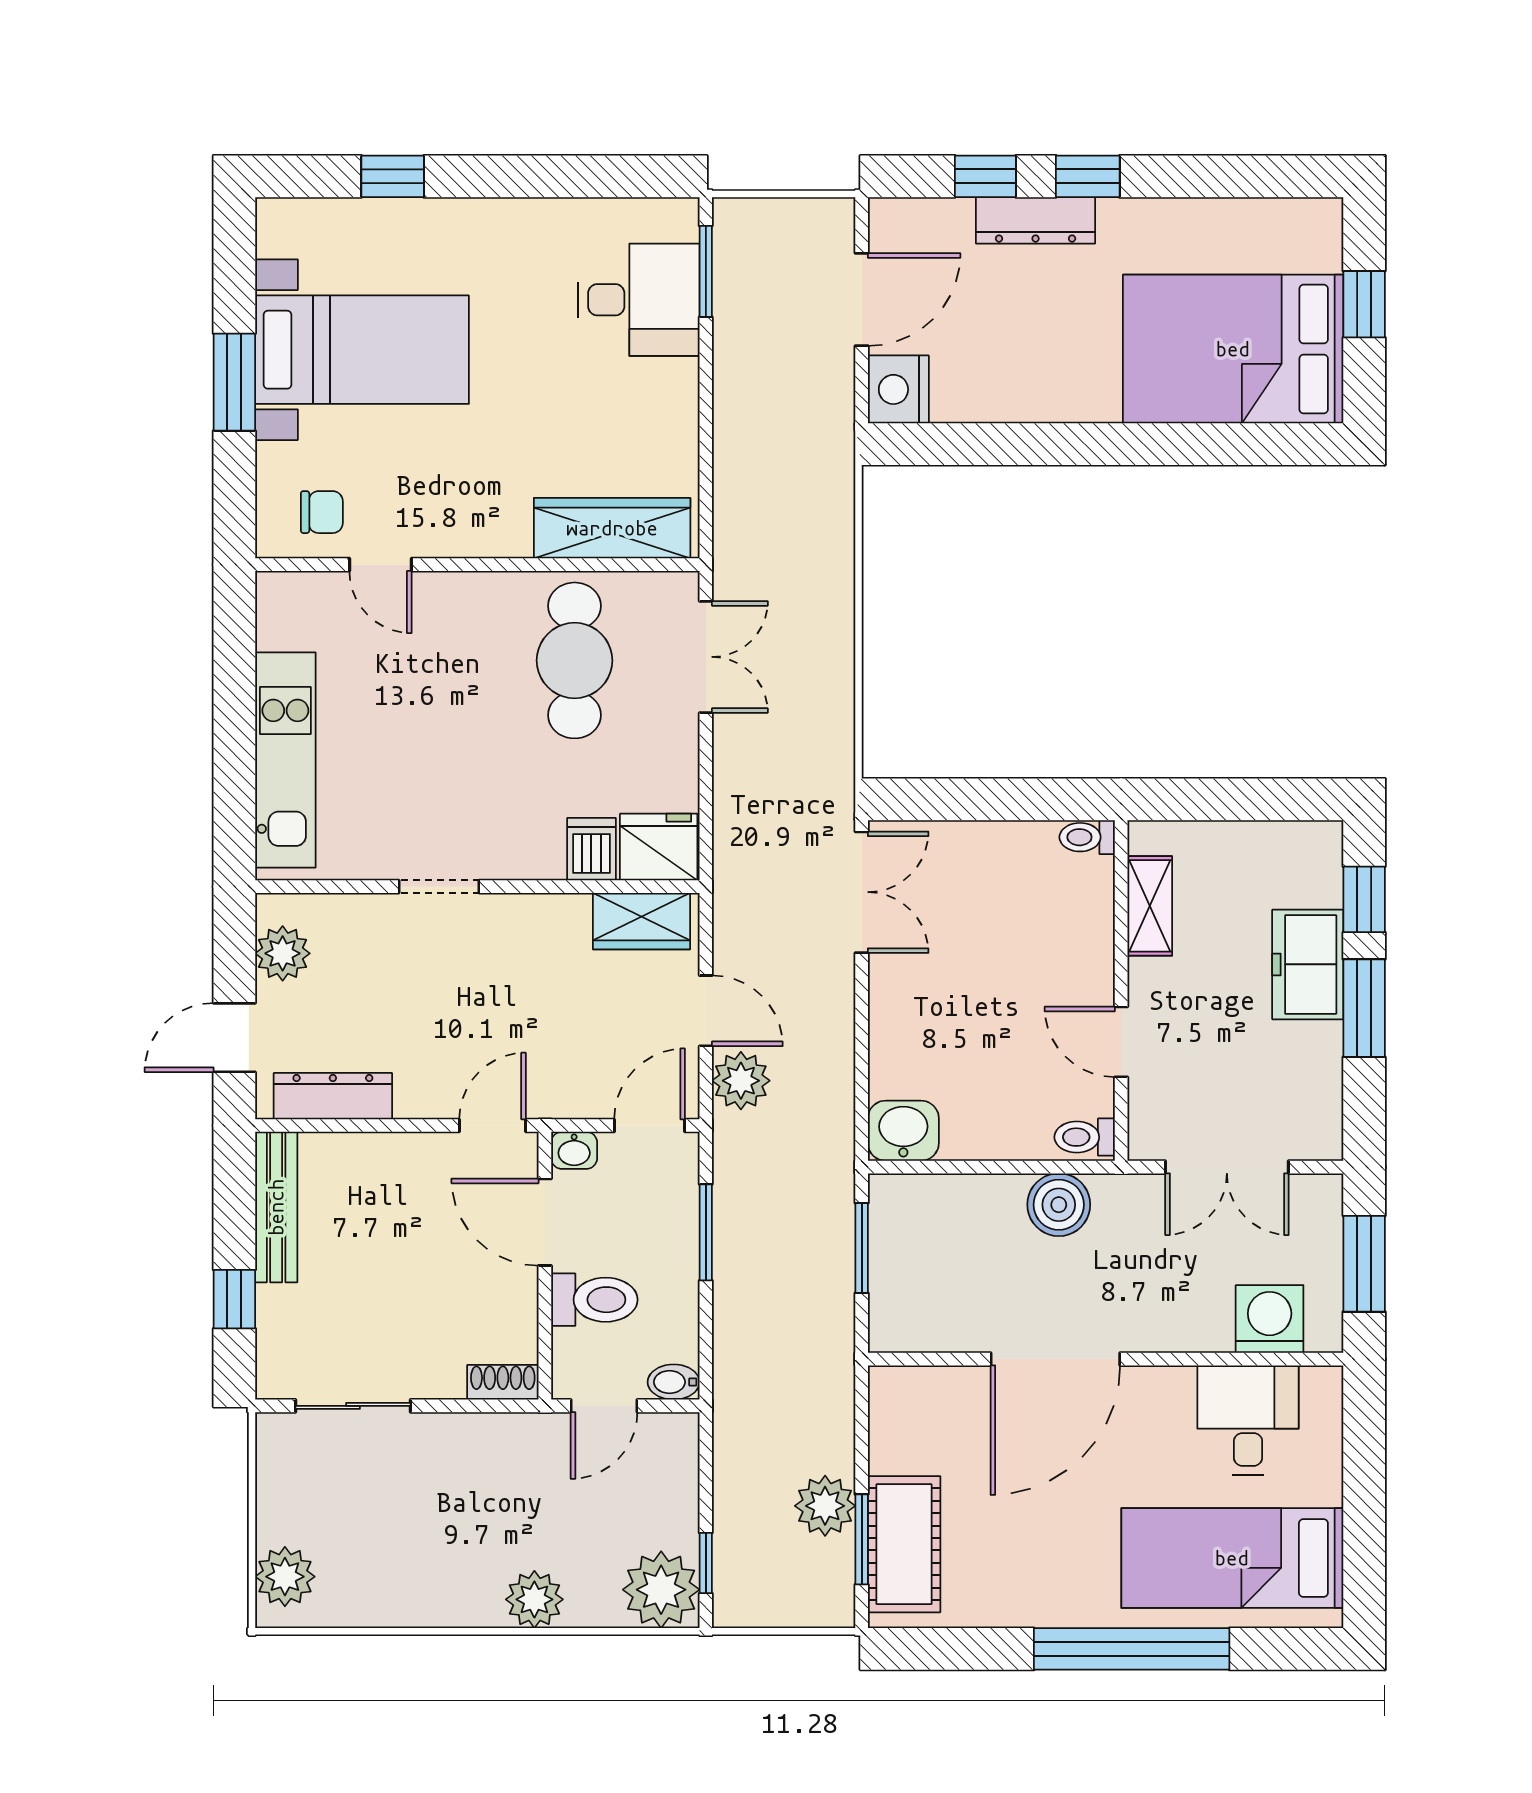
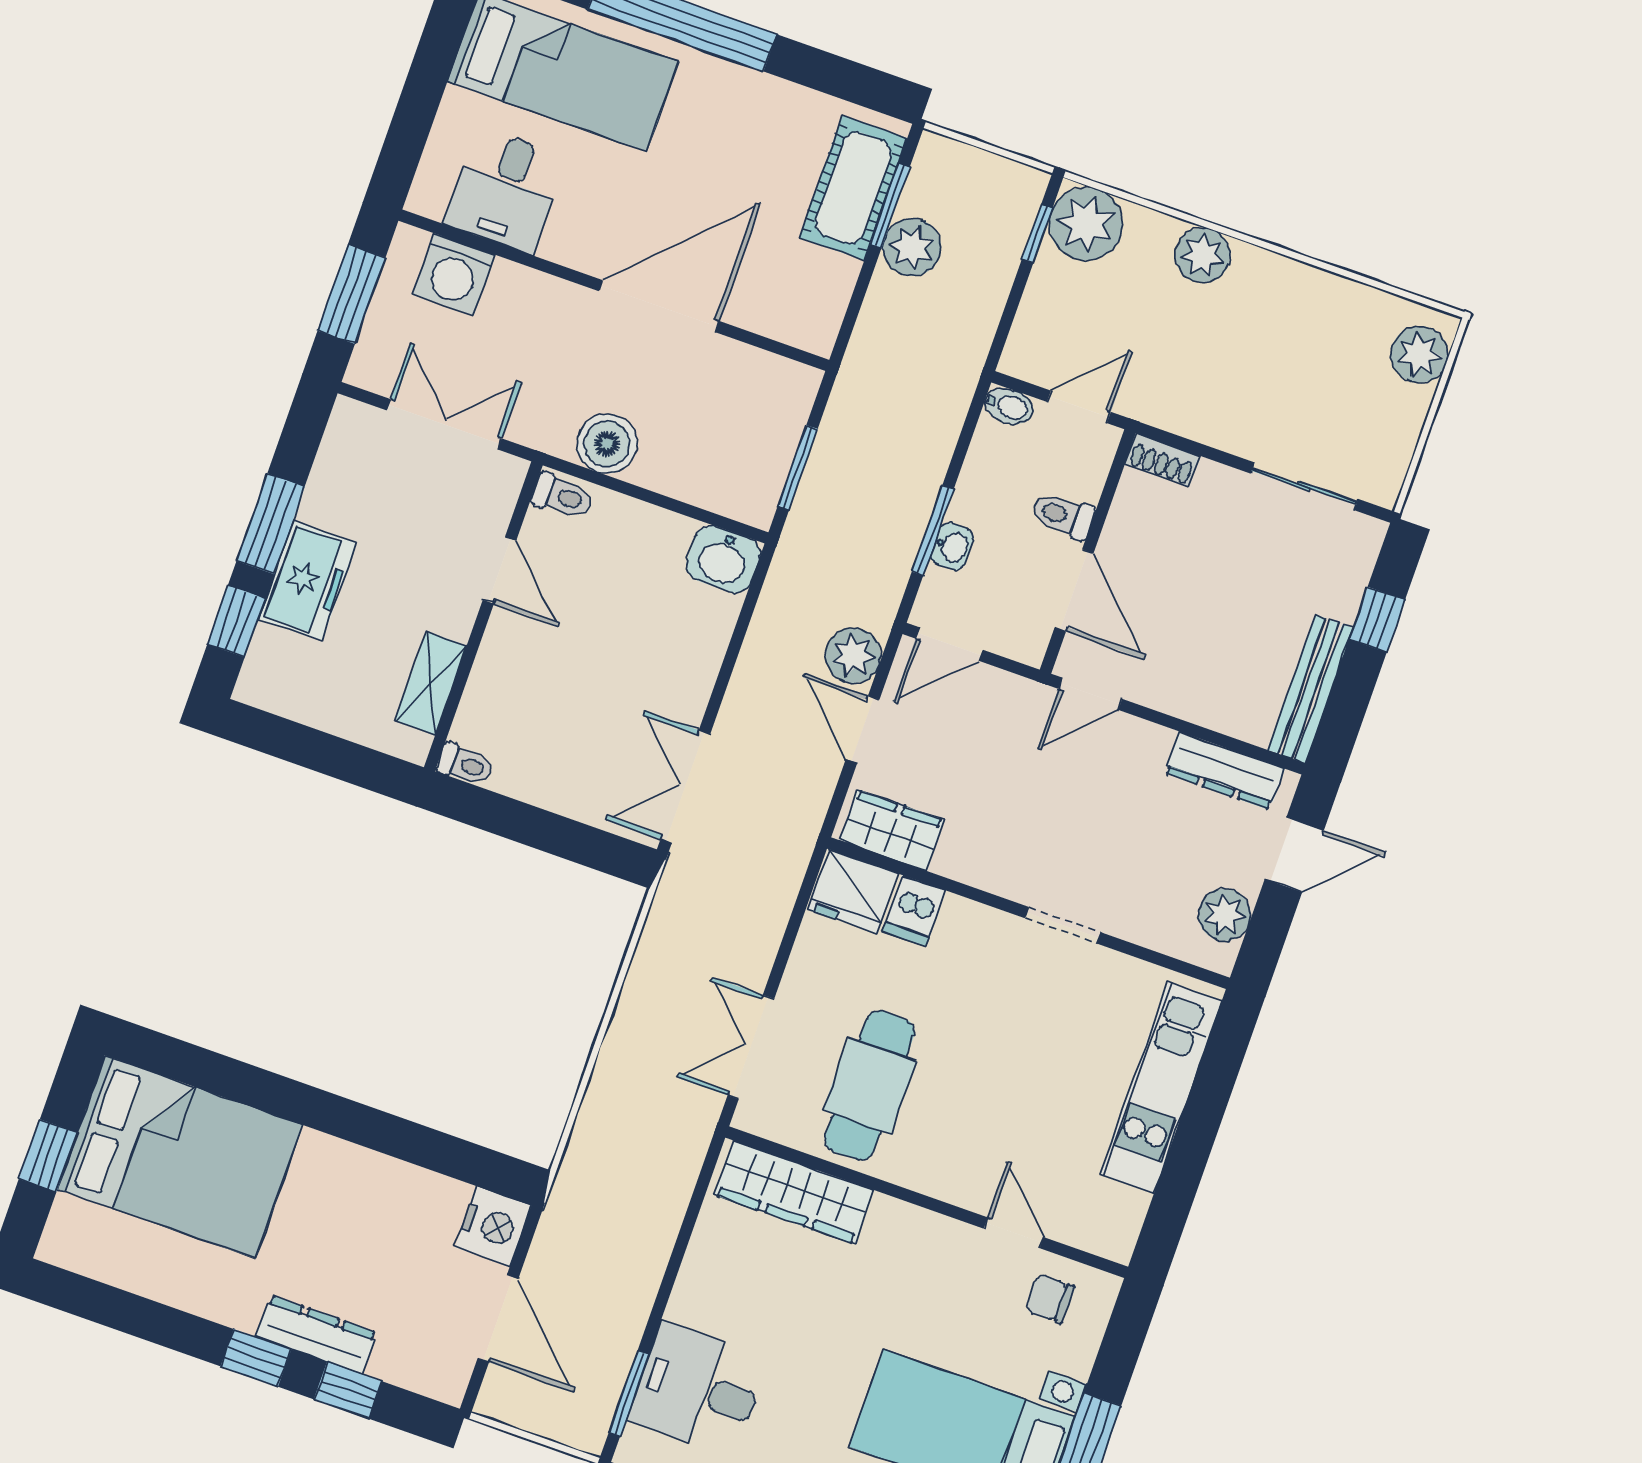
door: (862, 300) -> (498, 1319), swing flipped
washbasin: (574, 1150) -> (952, 547), moved, turned 90
toilet: (594, 1300) -> (1063, 515), width x0.73, depth x0.72

